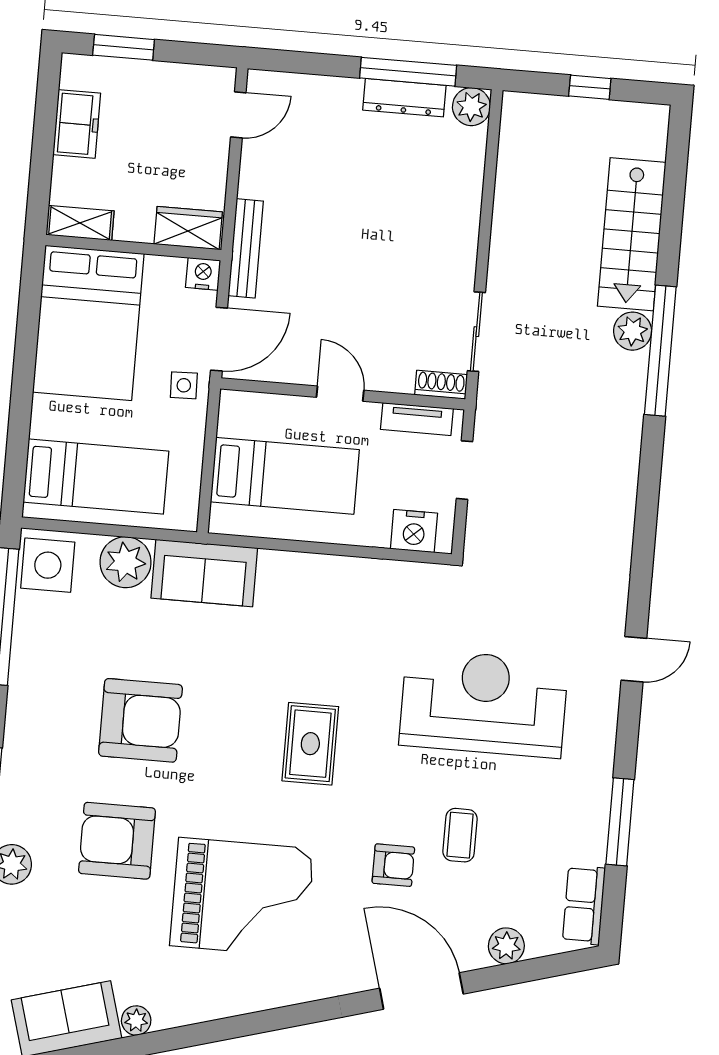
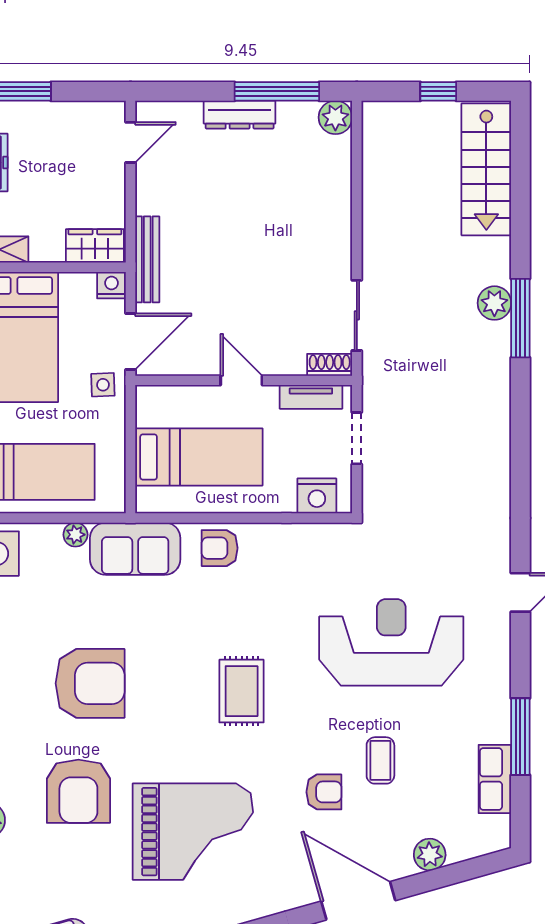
dresser: (404, 98) -> (240, 115), moved
stairs: (632, 234) -> (486, 169), moved
window: (660, 351) -> (520, 318), width x0.68
plant: (125, 562) -> (75, 535), width x0.53, depth x0.53
armchair: (299, 580) -> (220, 548), added
armchair: (117, 841) -> (78, 791), turned -90
row of seats: (584, 905) -> (495, 779), moved

